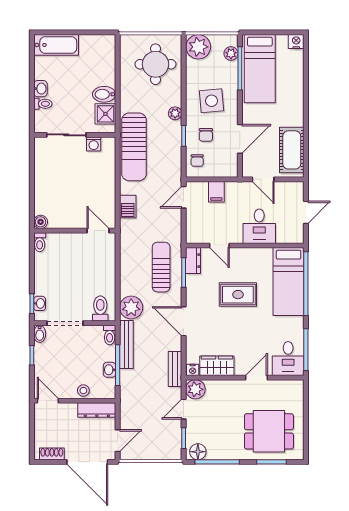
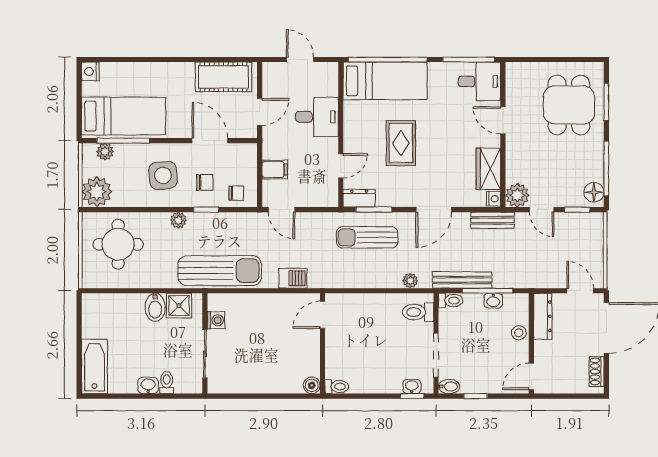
plant: (131, 308) -> (410, 281), width x0.53, depth x0.53

